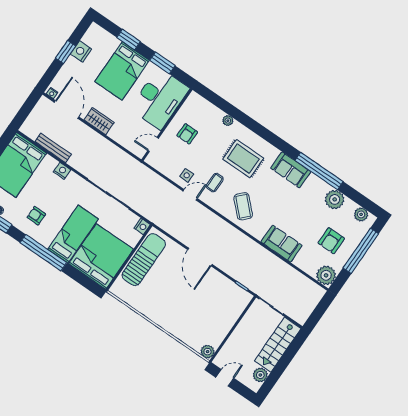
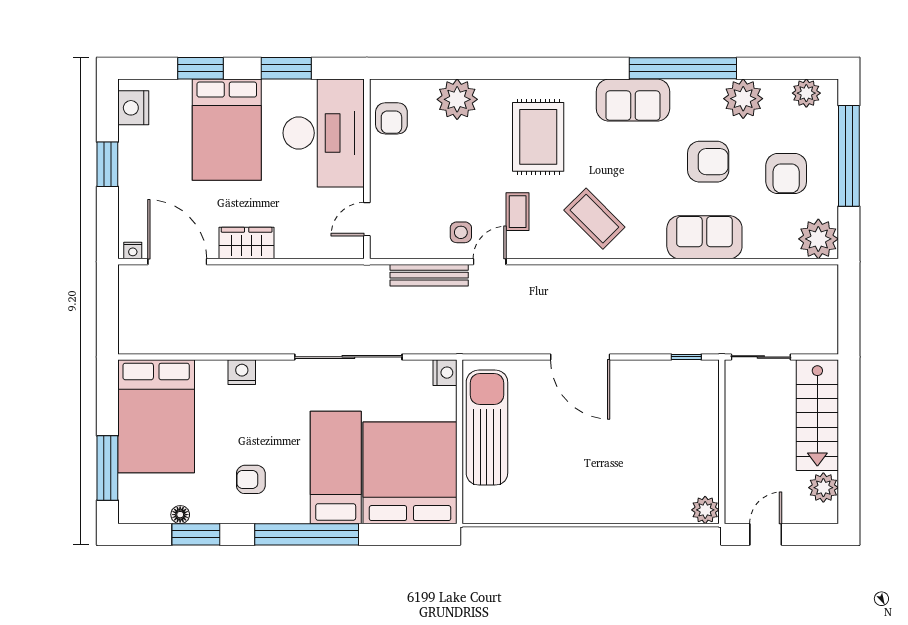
nightstand: (81, 52) -> (133, 108), moved
plant: (228, 121) -> (457, 99), width x1.88, depth x1.88
armchair: (187, 134) -> (391, 118), moved
bench: (53, 148) -> (429, 275), moved
rug: (243, 159) -> (538, 137), turned 90
armchair: (304, 215) -> (708, 162), added

